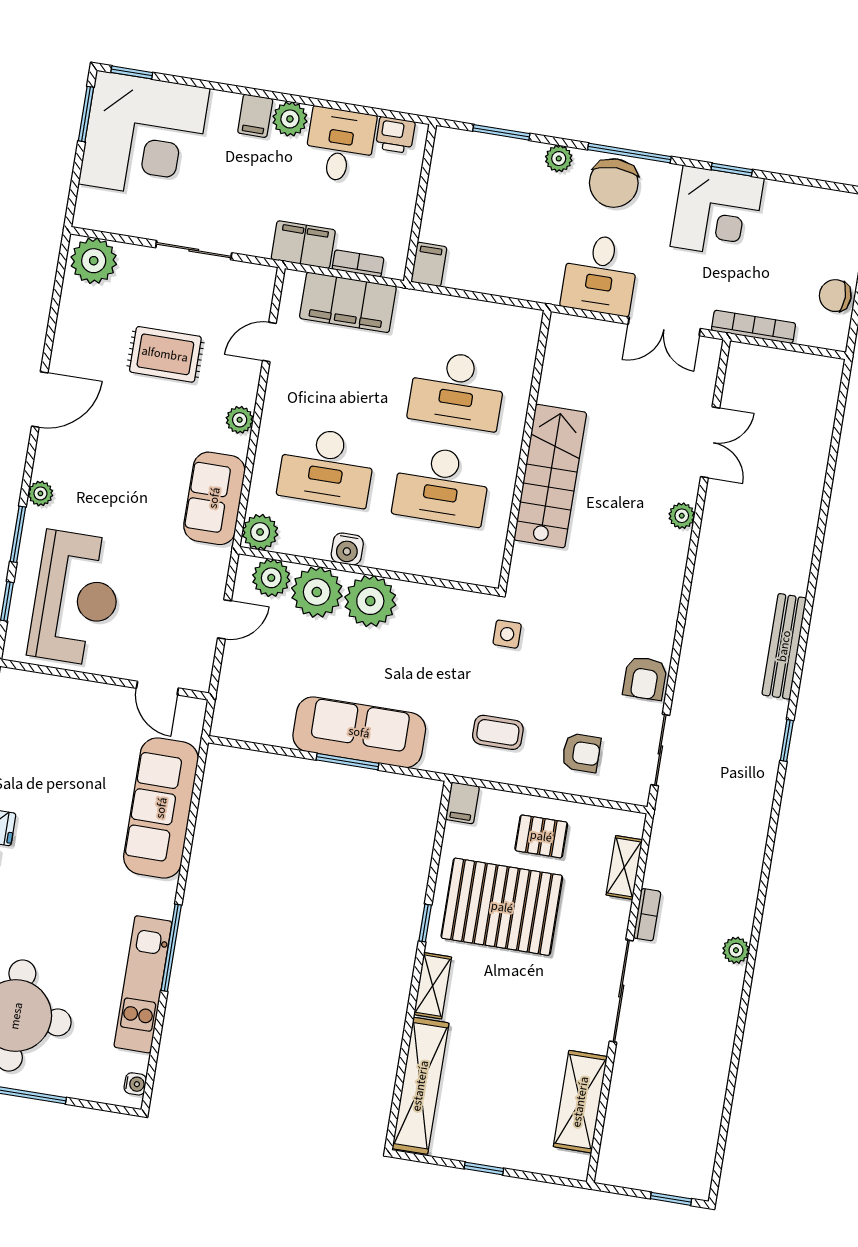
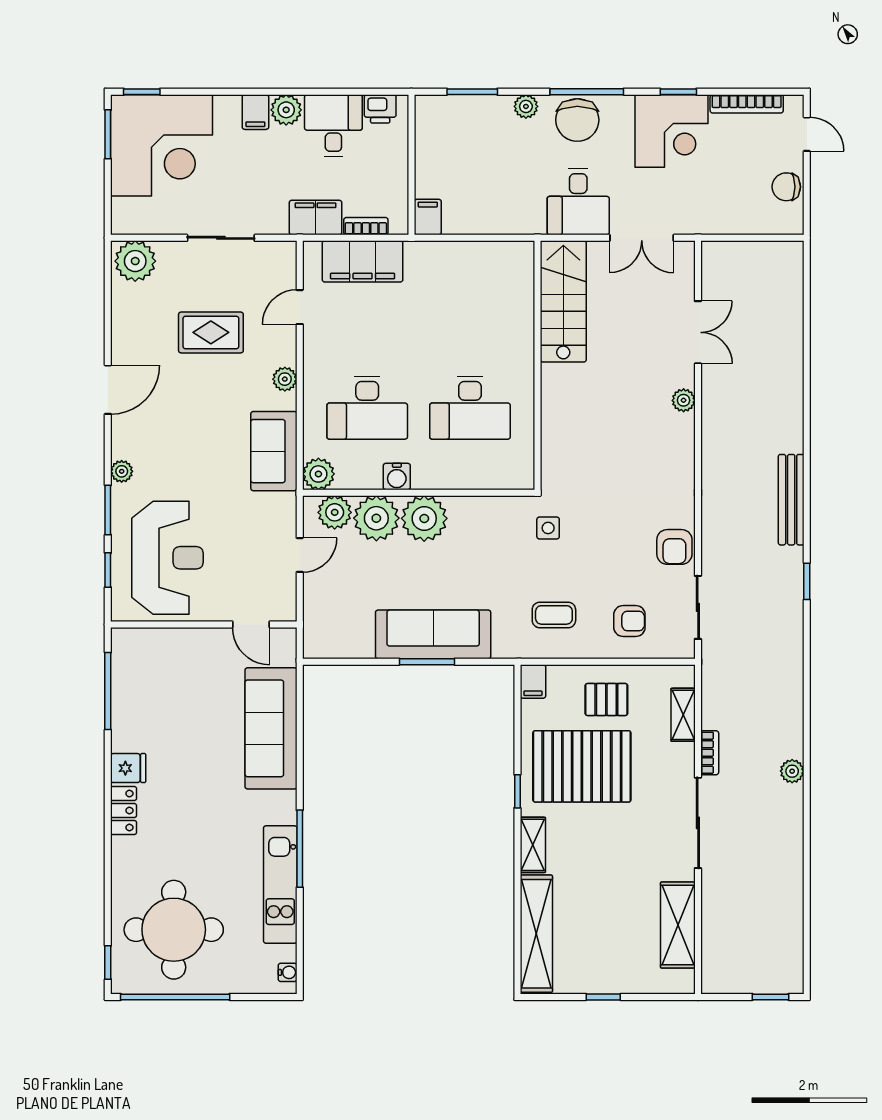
bookcase: (753, 327) -> (747, 104), moved, turned 180
desk: (457, 390) -> (470, 323), removed
stairs: (550, 476) -> (563, 301), moved

